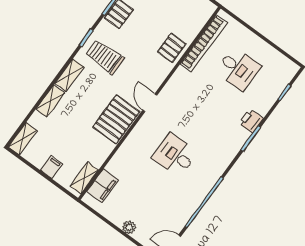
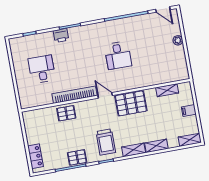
bookcase: (204, 43) -> (75, 95), moved
door: (150, 103) -> (105, 95), swing flipped
shelving: (84, 178) -> (167, 90), moved
filing cabinet: (103, 186) -> (171, 75), removed

